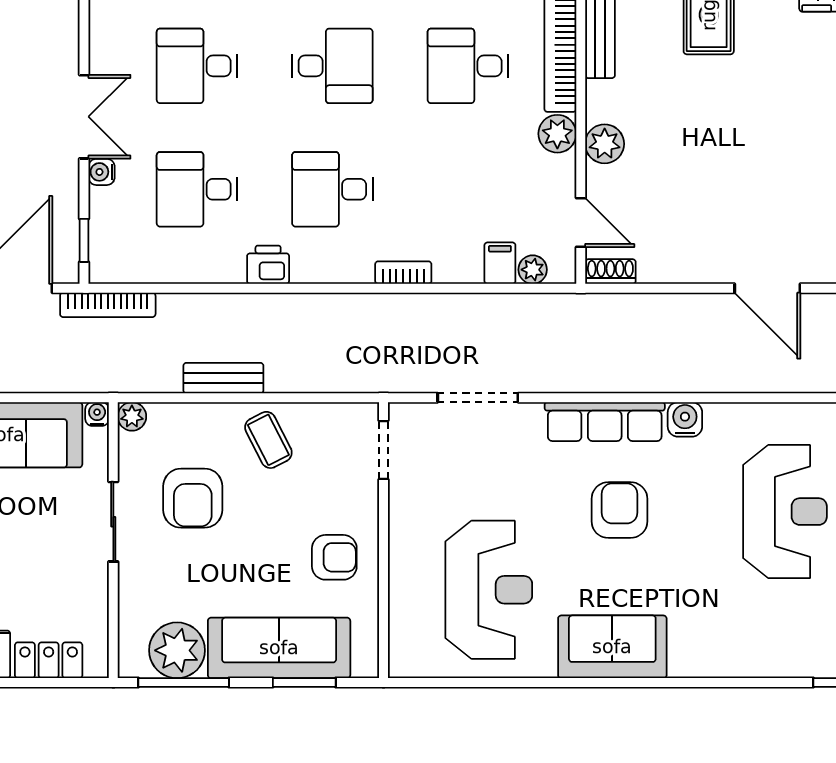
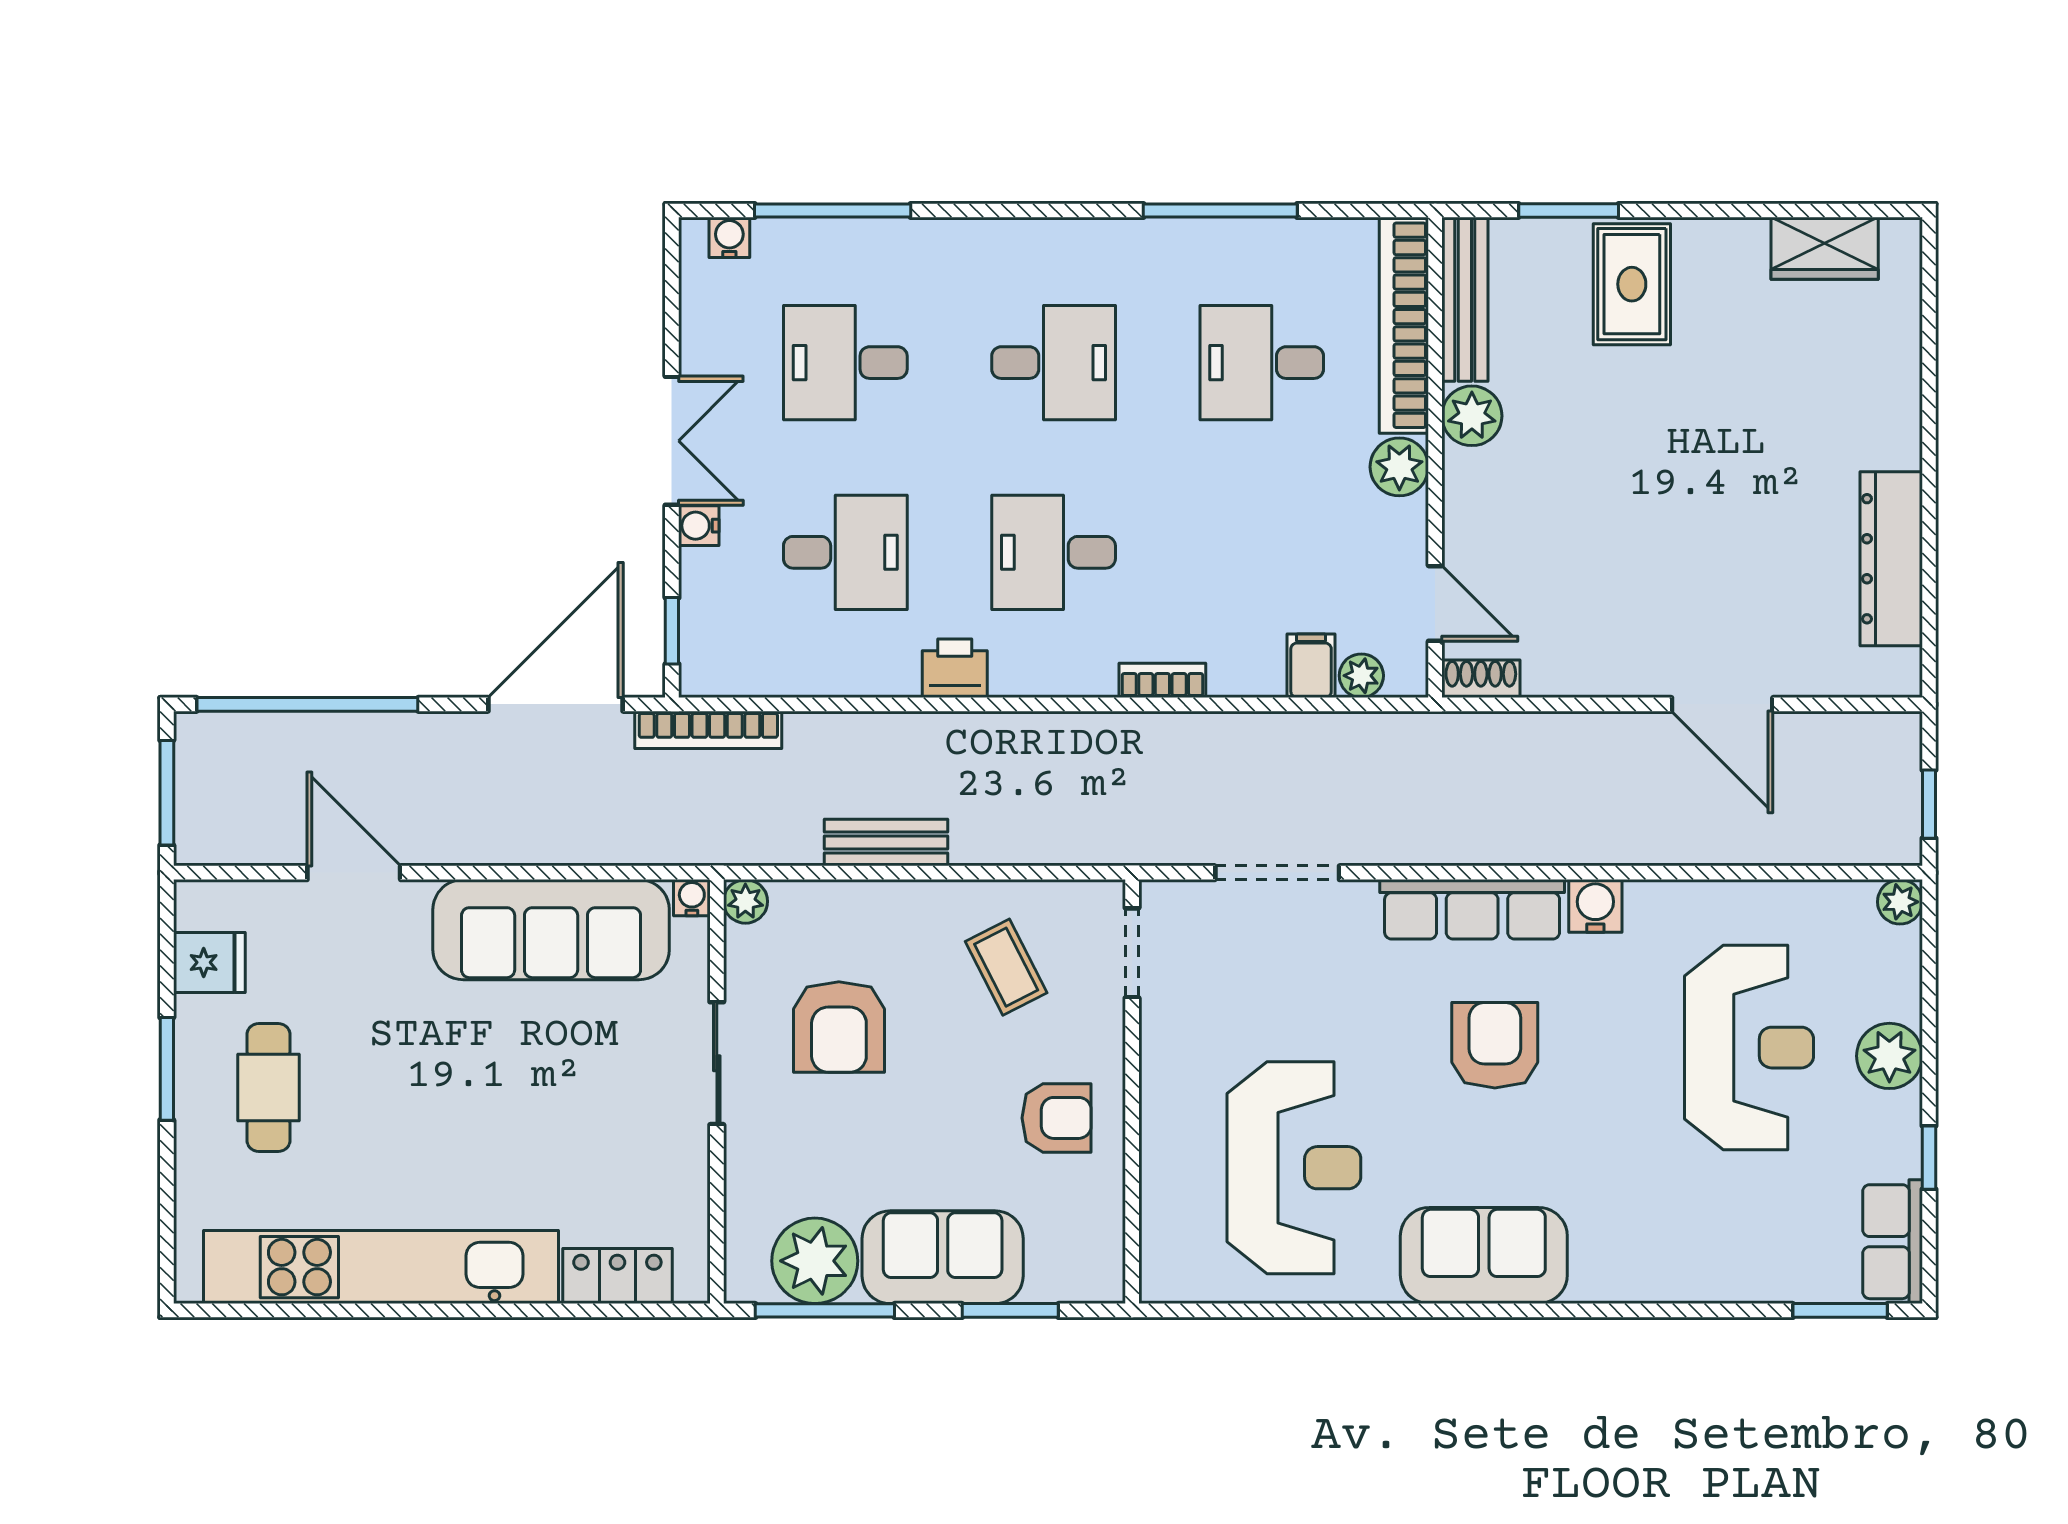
plant: (605, 144) -> (1472, 416), moved
desk: (197, 189) -> (845, 552), turned 180
coffee table: (268, 440) -> (1006, 967), moved
sofa: (279, 648) -> (943, 1257), width x0.73

